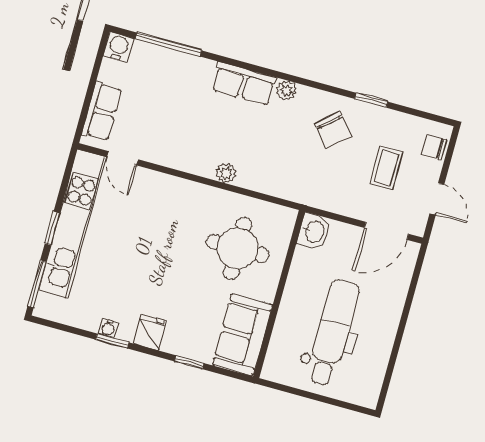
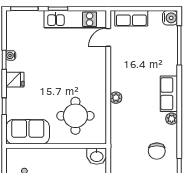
chair: (333, 130) -> (157, 151), turned -50
kitchen unit: (72, 223) -> (75, 19), width x0.73

